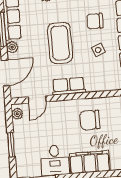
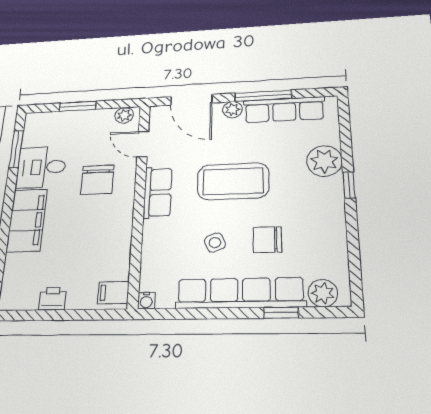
chair: (95, 21) -> (267, 240), turned -90
chair: (90, 120) -> (97, 180), moved, turned 180

